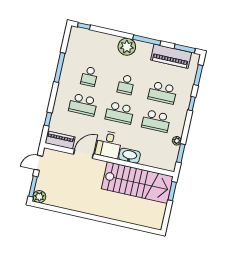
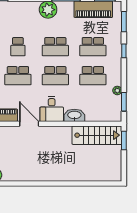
school desk: (126, 85) -> (55, 47), width x1.85
door: (83, 154) -> (29, 124), hinge flipped
stairs: (137, 183) -> (97, 135), width x0.73, depth x0.66

